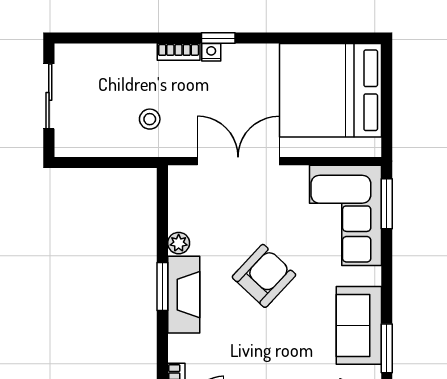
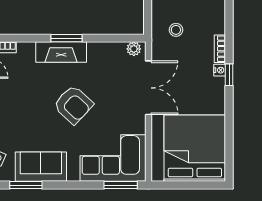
plant: (179, 243) -> (134, 49), moved

